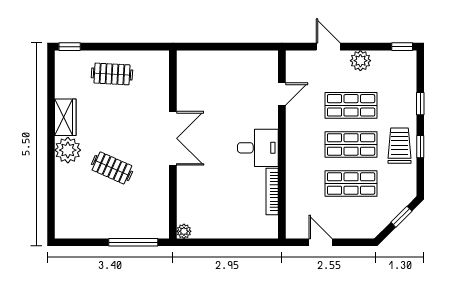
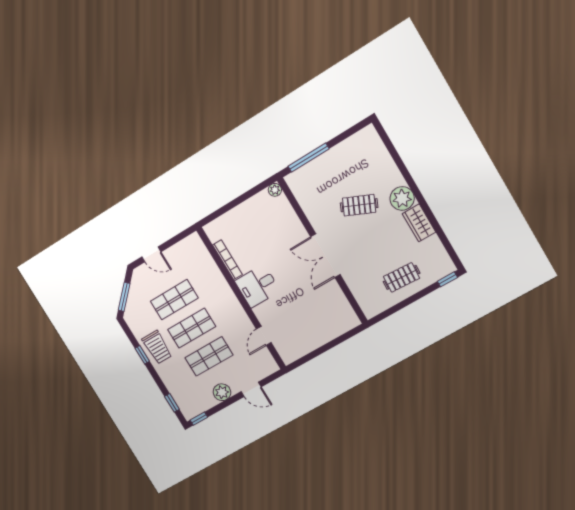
window: (420, 104) -> (172, 403), moved
window: (401, 217) -> (124, 297), width x1.50
door: (321, 242) -> (151, 254), moved

